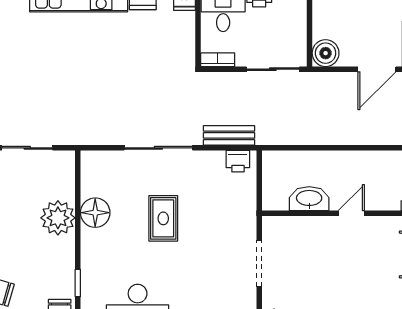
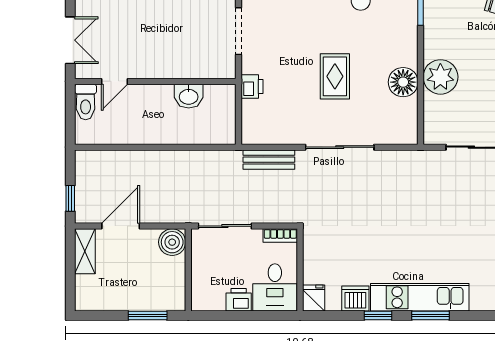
printer: (238, 161) -> (252, 87), moved, turned 90
washbasin: (309, 199) -> (189, 96), width x0.72
door: (351, 213) -> (114, 81), moved

